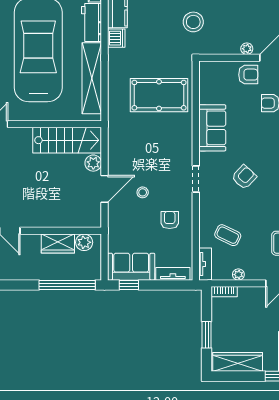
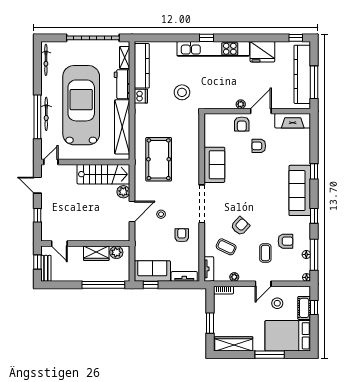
stool: (193, 22) -> (182, 92), moved
armchair: (248, 75) -> (242, 124), turned 90
pool table: (159, 95) -> (159, 159), moved, turned 90
armchair: (244, 177) -> (240, 226), moved
doorway: (196, 179) -> (202, 204), width x1.88

